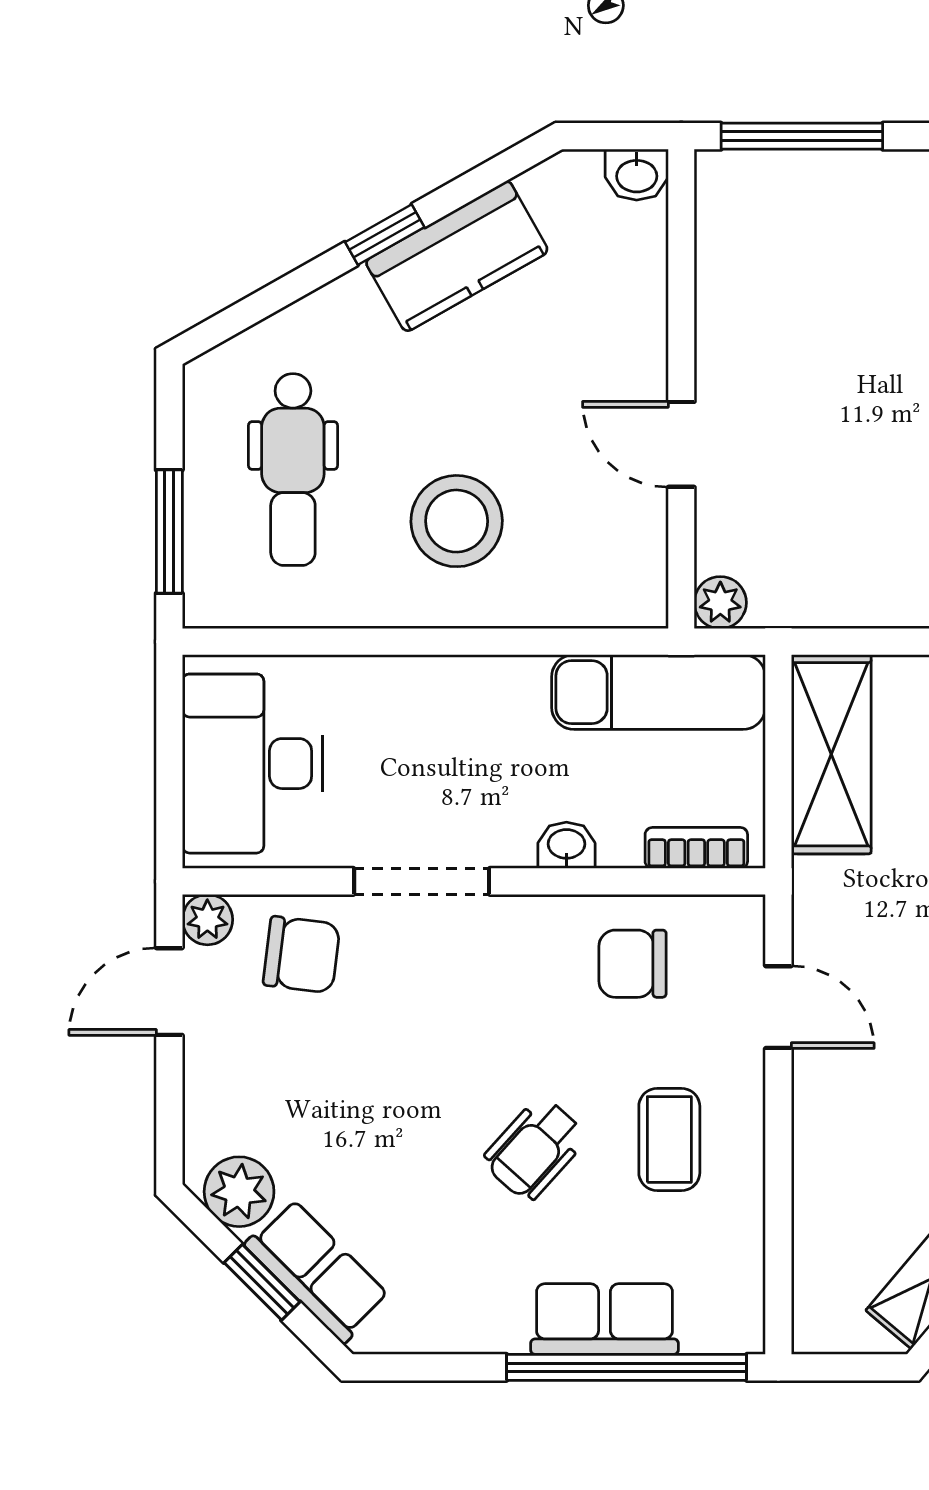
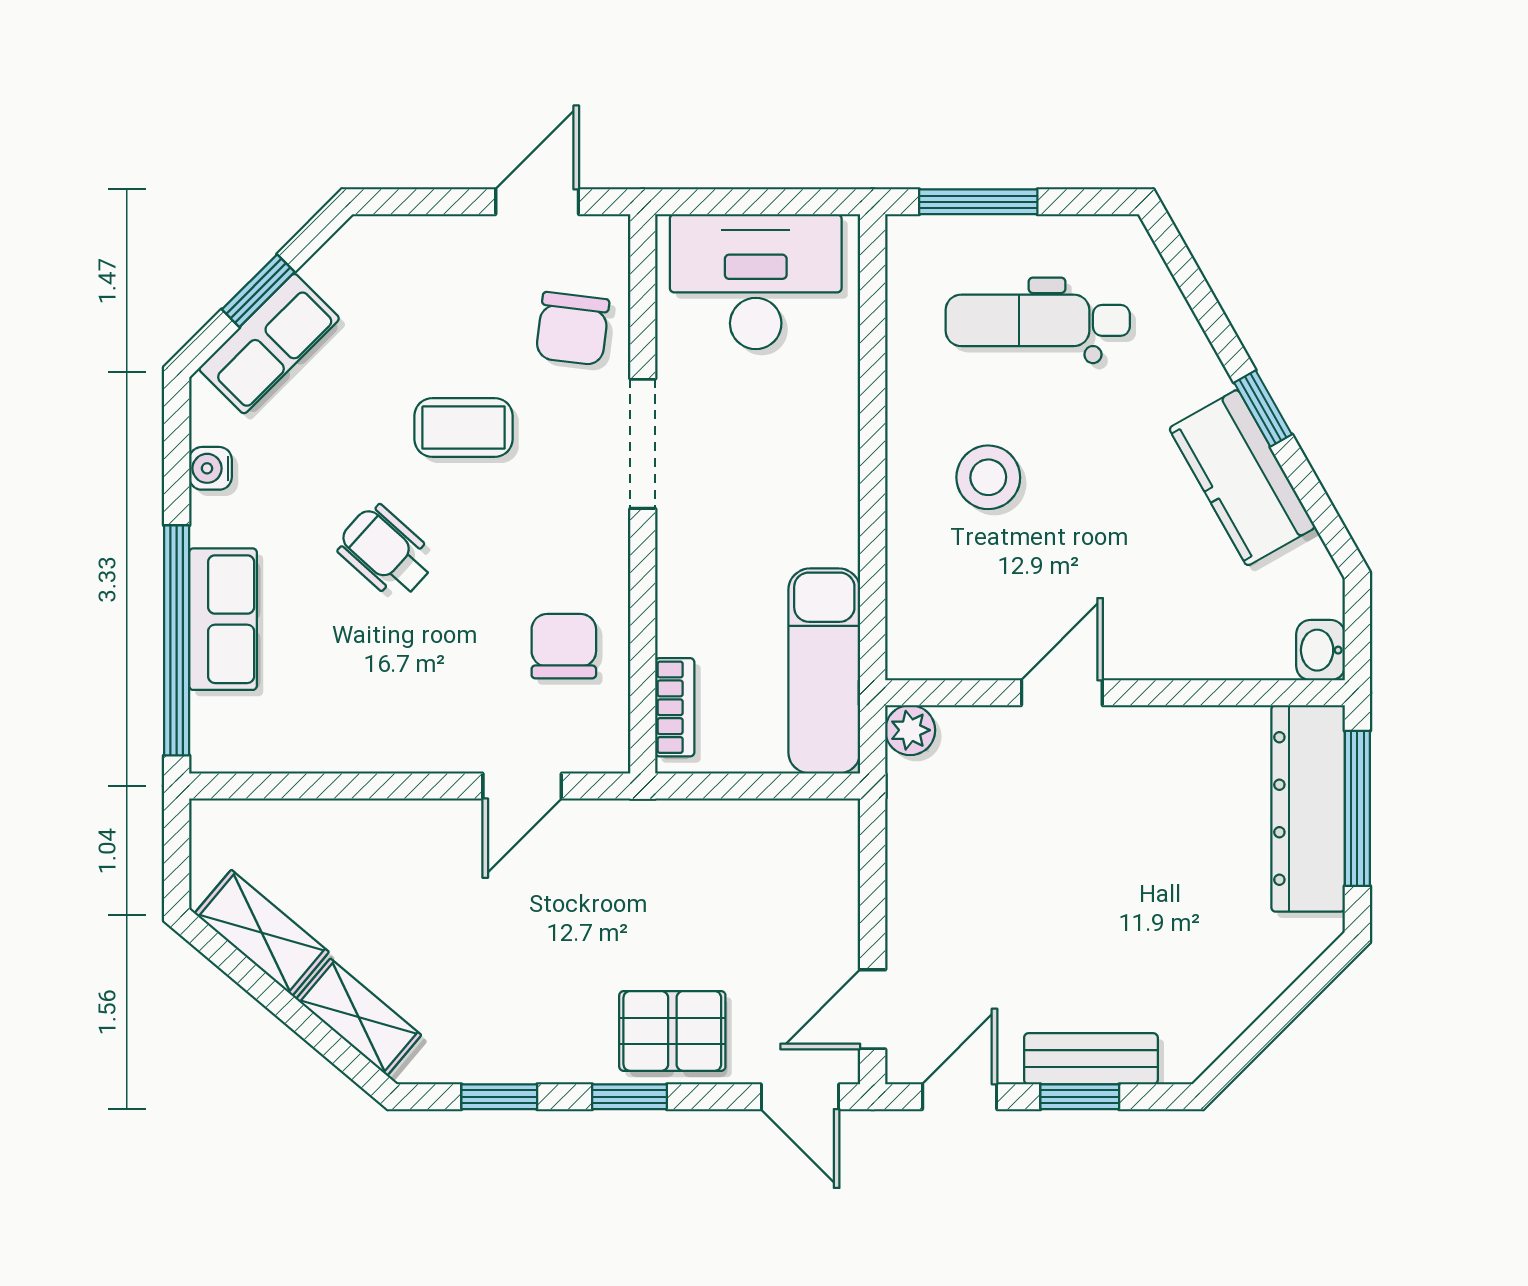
dresser: (802, 188) -> (1308, 808), added
stool: (457, 521) -> (988, 477), width x0.73, depth x0.73
shelving: (831, 754) -> (765, 837), removed
washbasin: (566, 845) -> (677, 583), removed
plant: (207, 920) -> (606, 238), removed
door: (169, 992) -> (537, 202), hinge flipped
coffee table: (669, 1139) -> (463, 427), moved
plant: (239, 1192) -> (345, 269), removed
water cooler: (447, 1332) -> (210, 468), added

